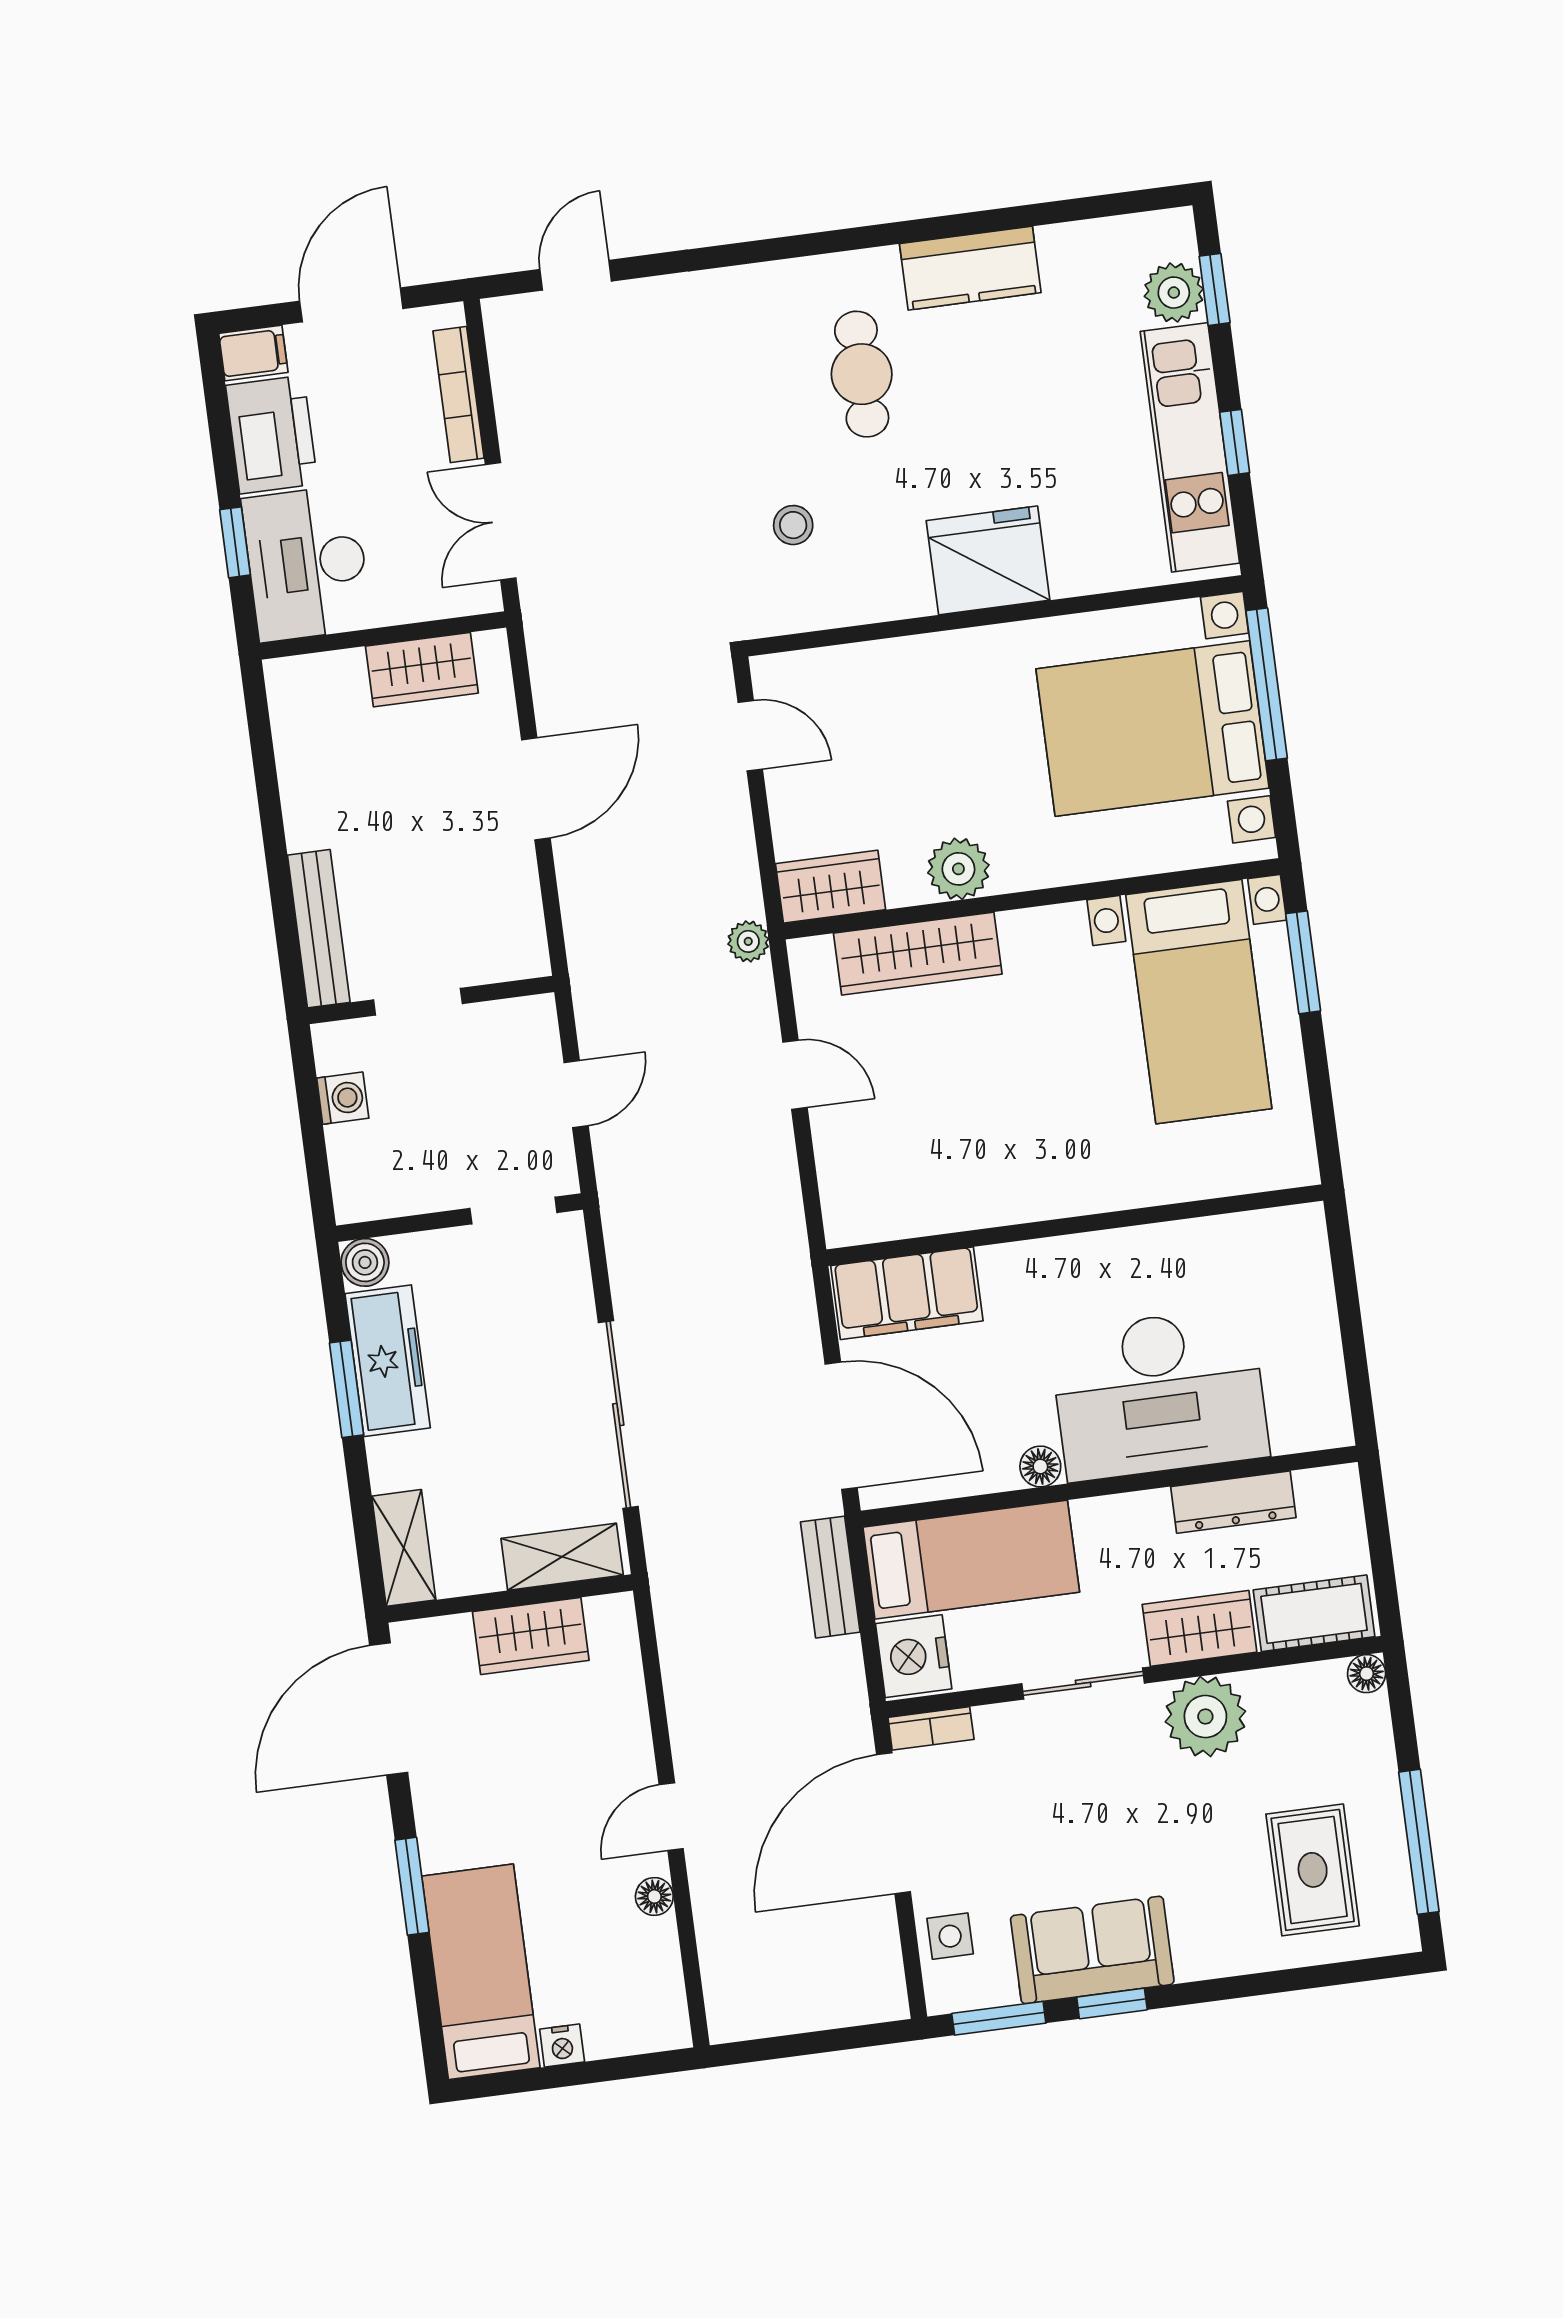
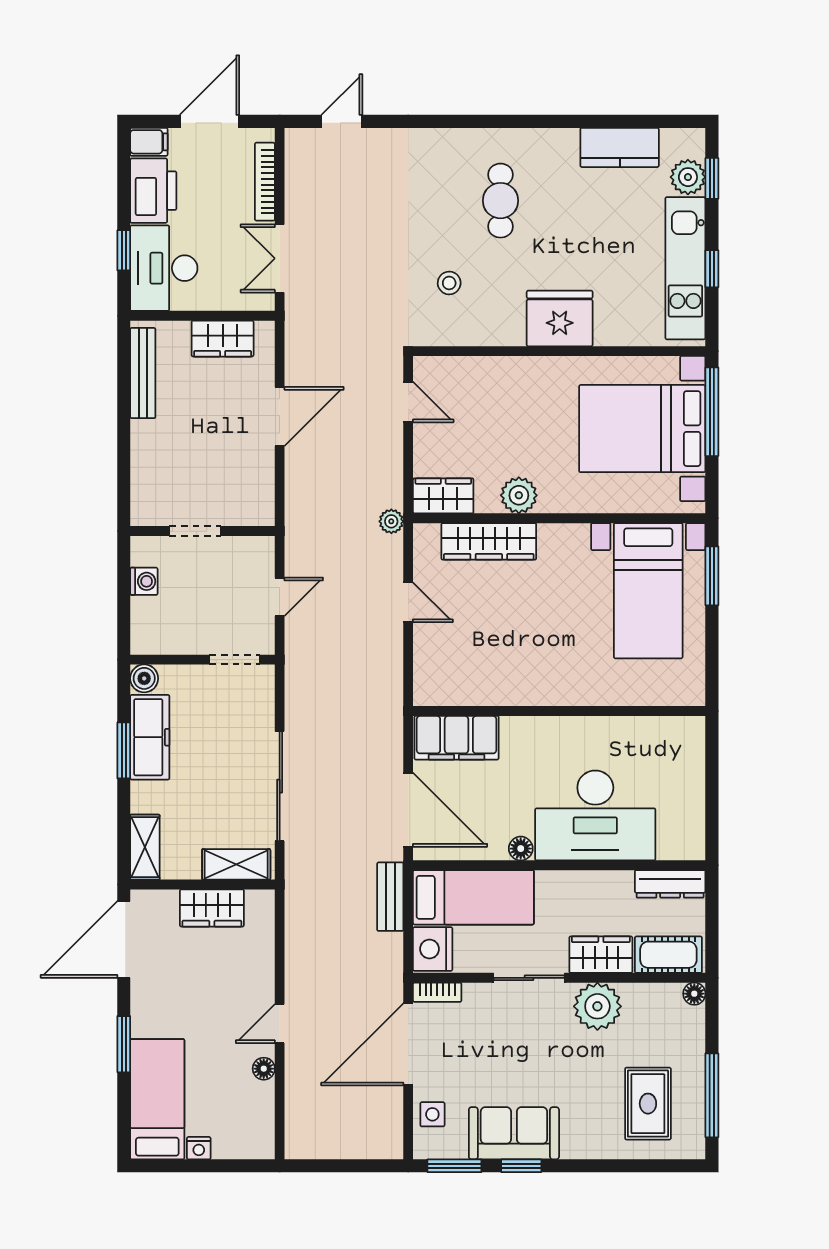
kitchen counter: (970, 268) -> (620, 147), moved
bench: (319, 929) -> (143, 373), moved
dresser: (1233, 1502) -> (670, 884), moved

